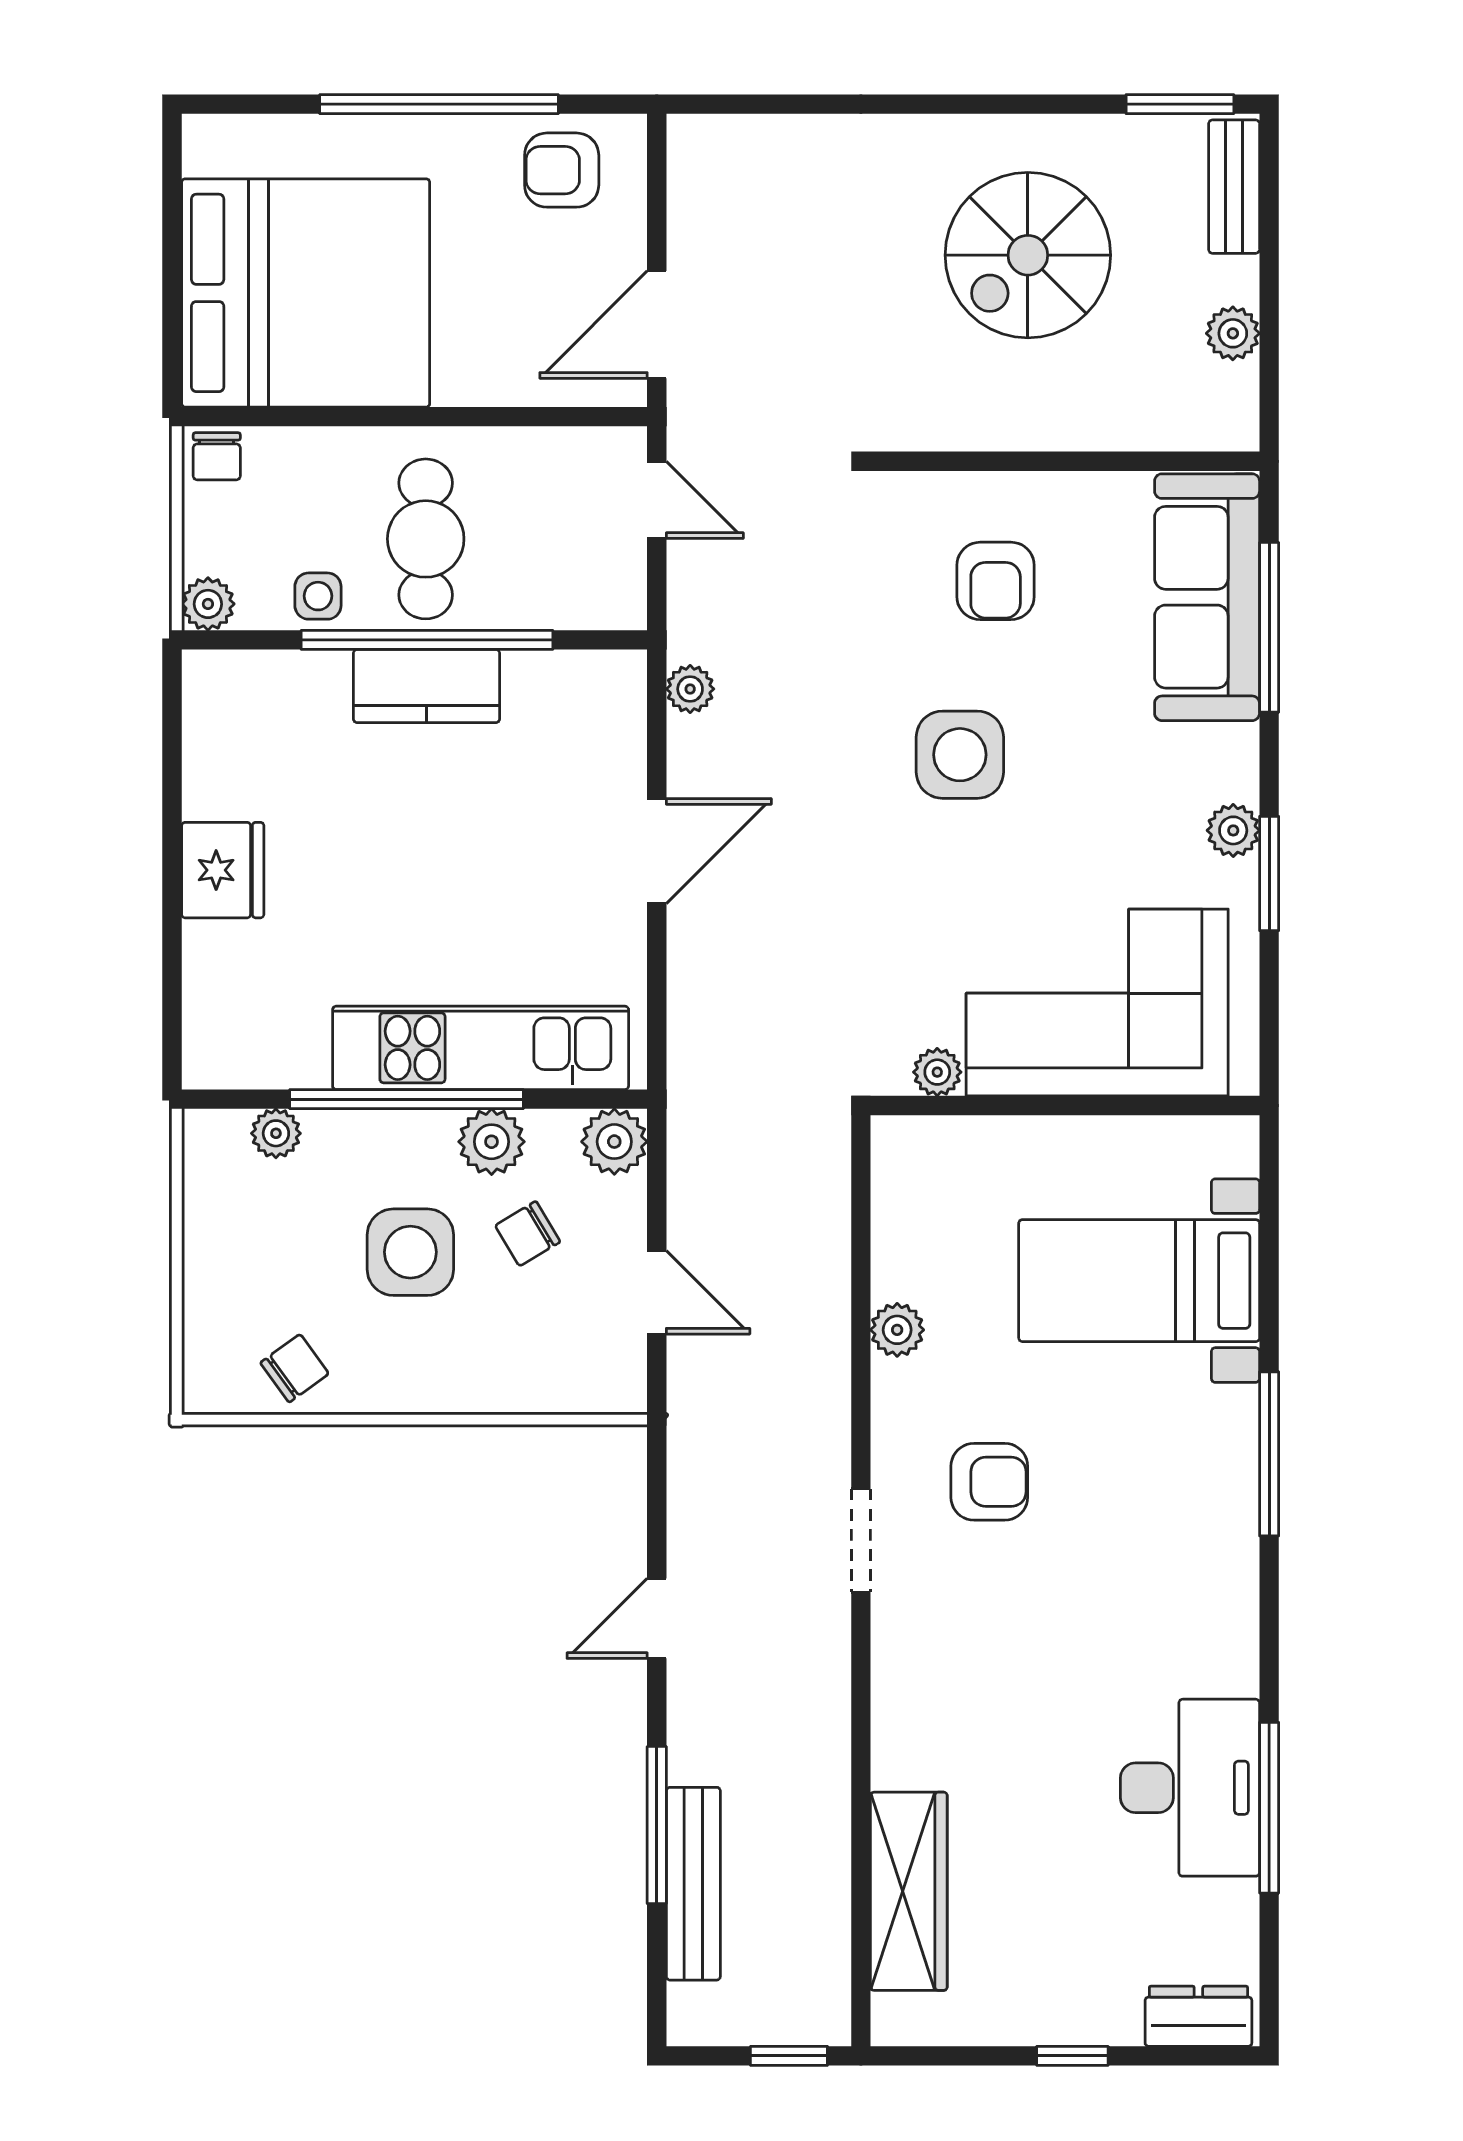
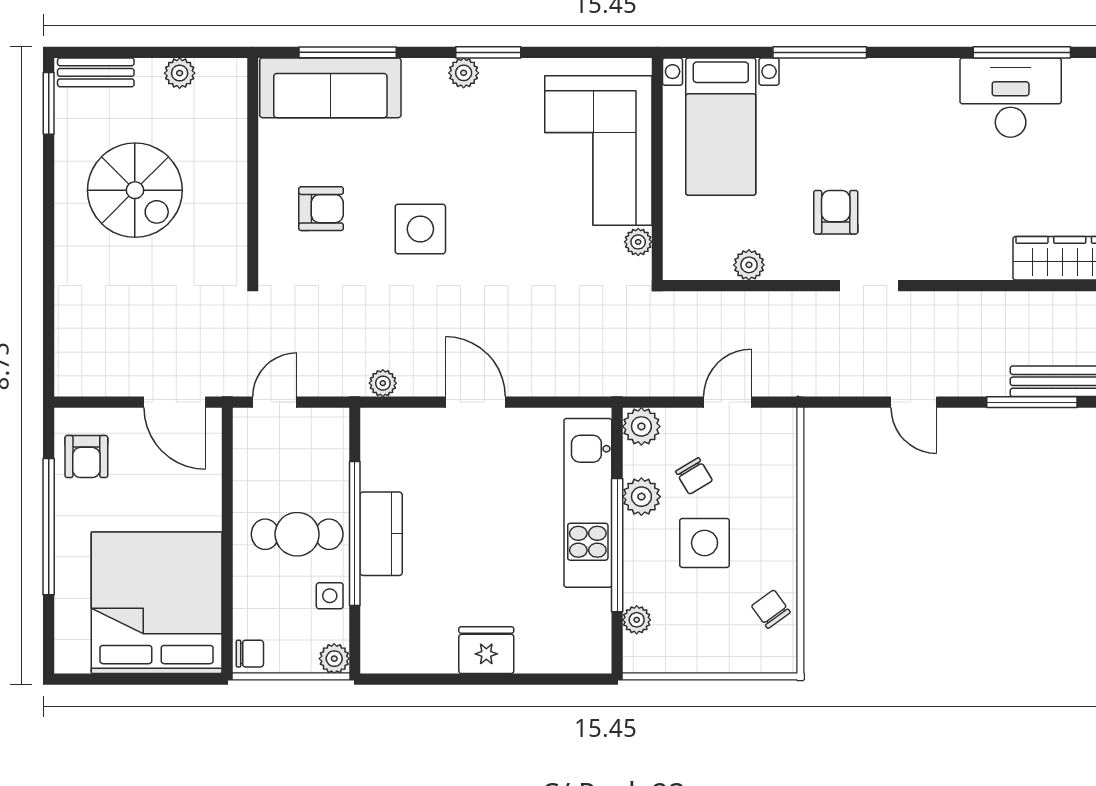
corner sofa: (1097, 1003) -> (598, 151), moved
plant: (937, 1072) -> (638, 242), moved
wall: (1065, 1106) -> (657, 169), moved

